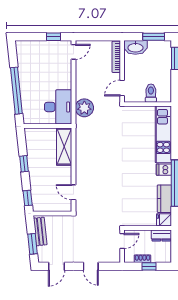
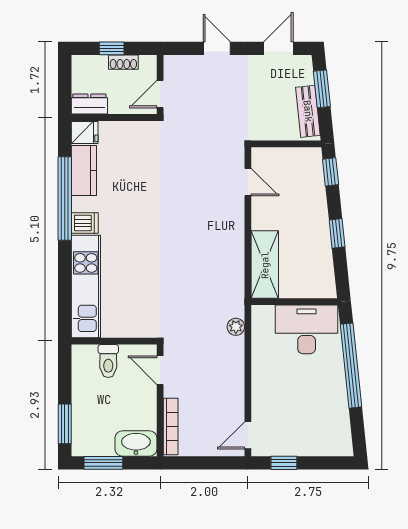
door: (122, 88) -> (160, 370), swing flipped
desk: (58, 107) -> (307, 329), moved, turned 90
plant: (84, 108) -> (236, 327), width x0.53, depth x0.53

